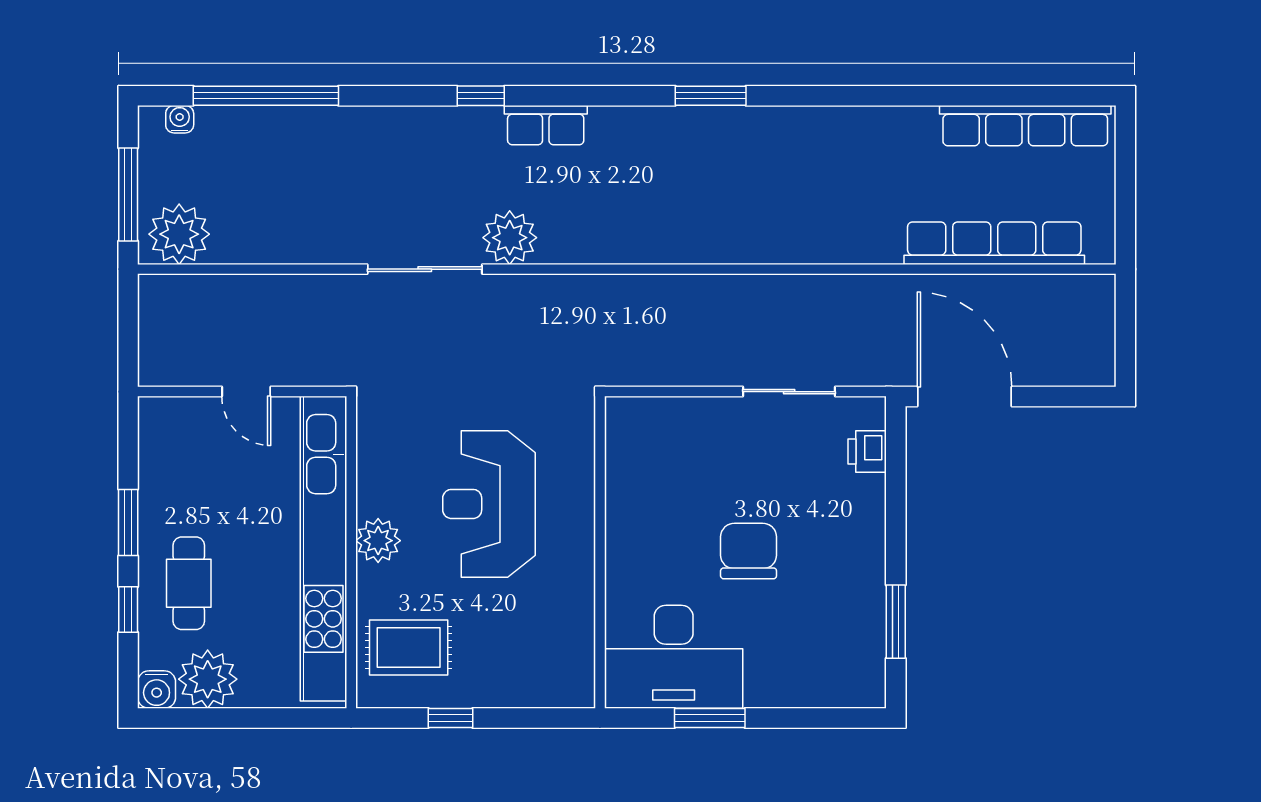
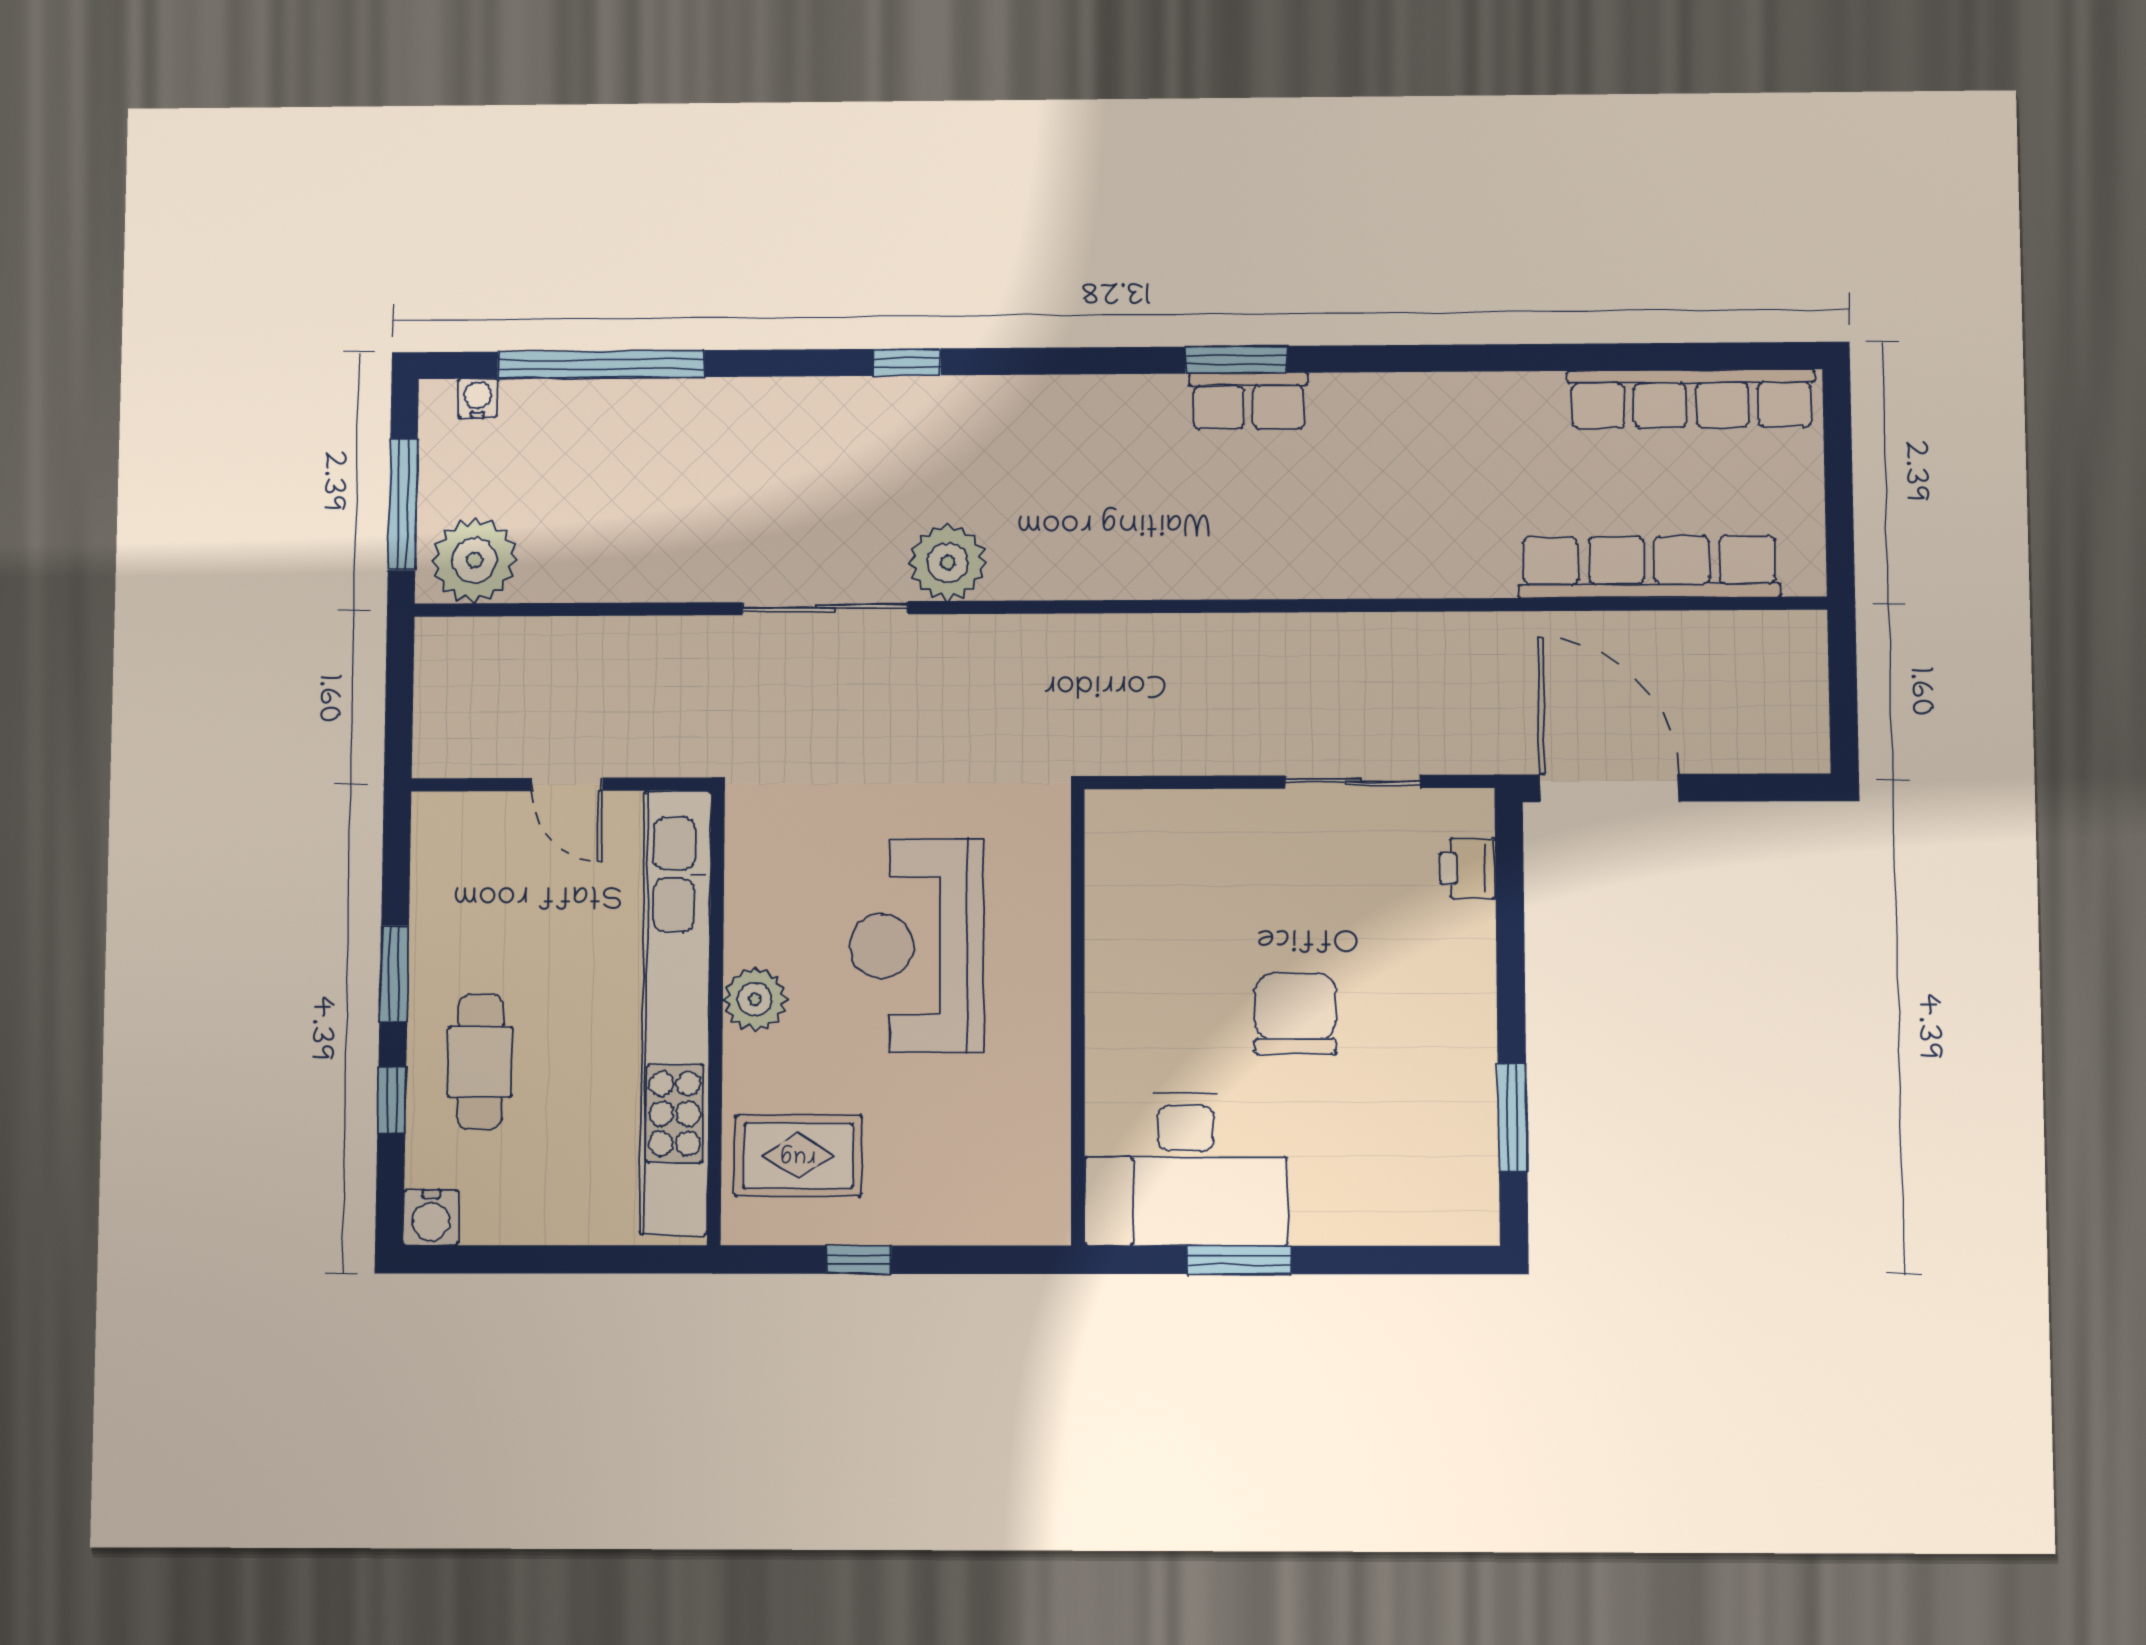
row of seats: (546, 125) -> (1249, 401), moved
plant: (208, 679) -> (505, 1202), removed

